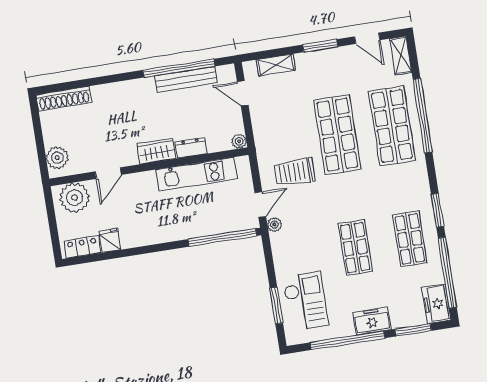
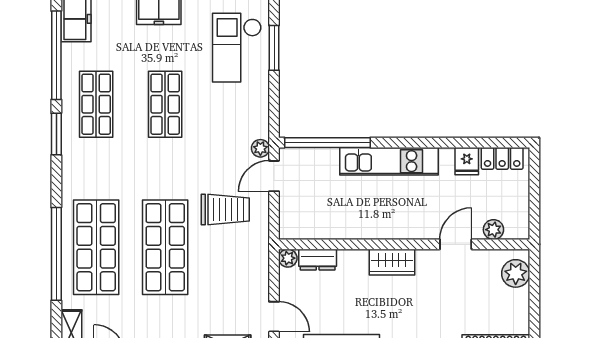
dresser: (191, 148) -> (318, 260), moved
kitchen unit: (196, 174) -> (389, 161), moved, turned 180
plant: (74, 198) -> (493, 230), width x0.53, depth x0.53

